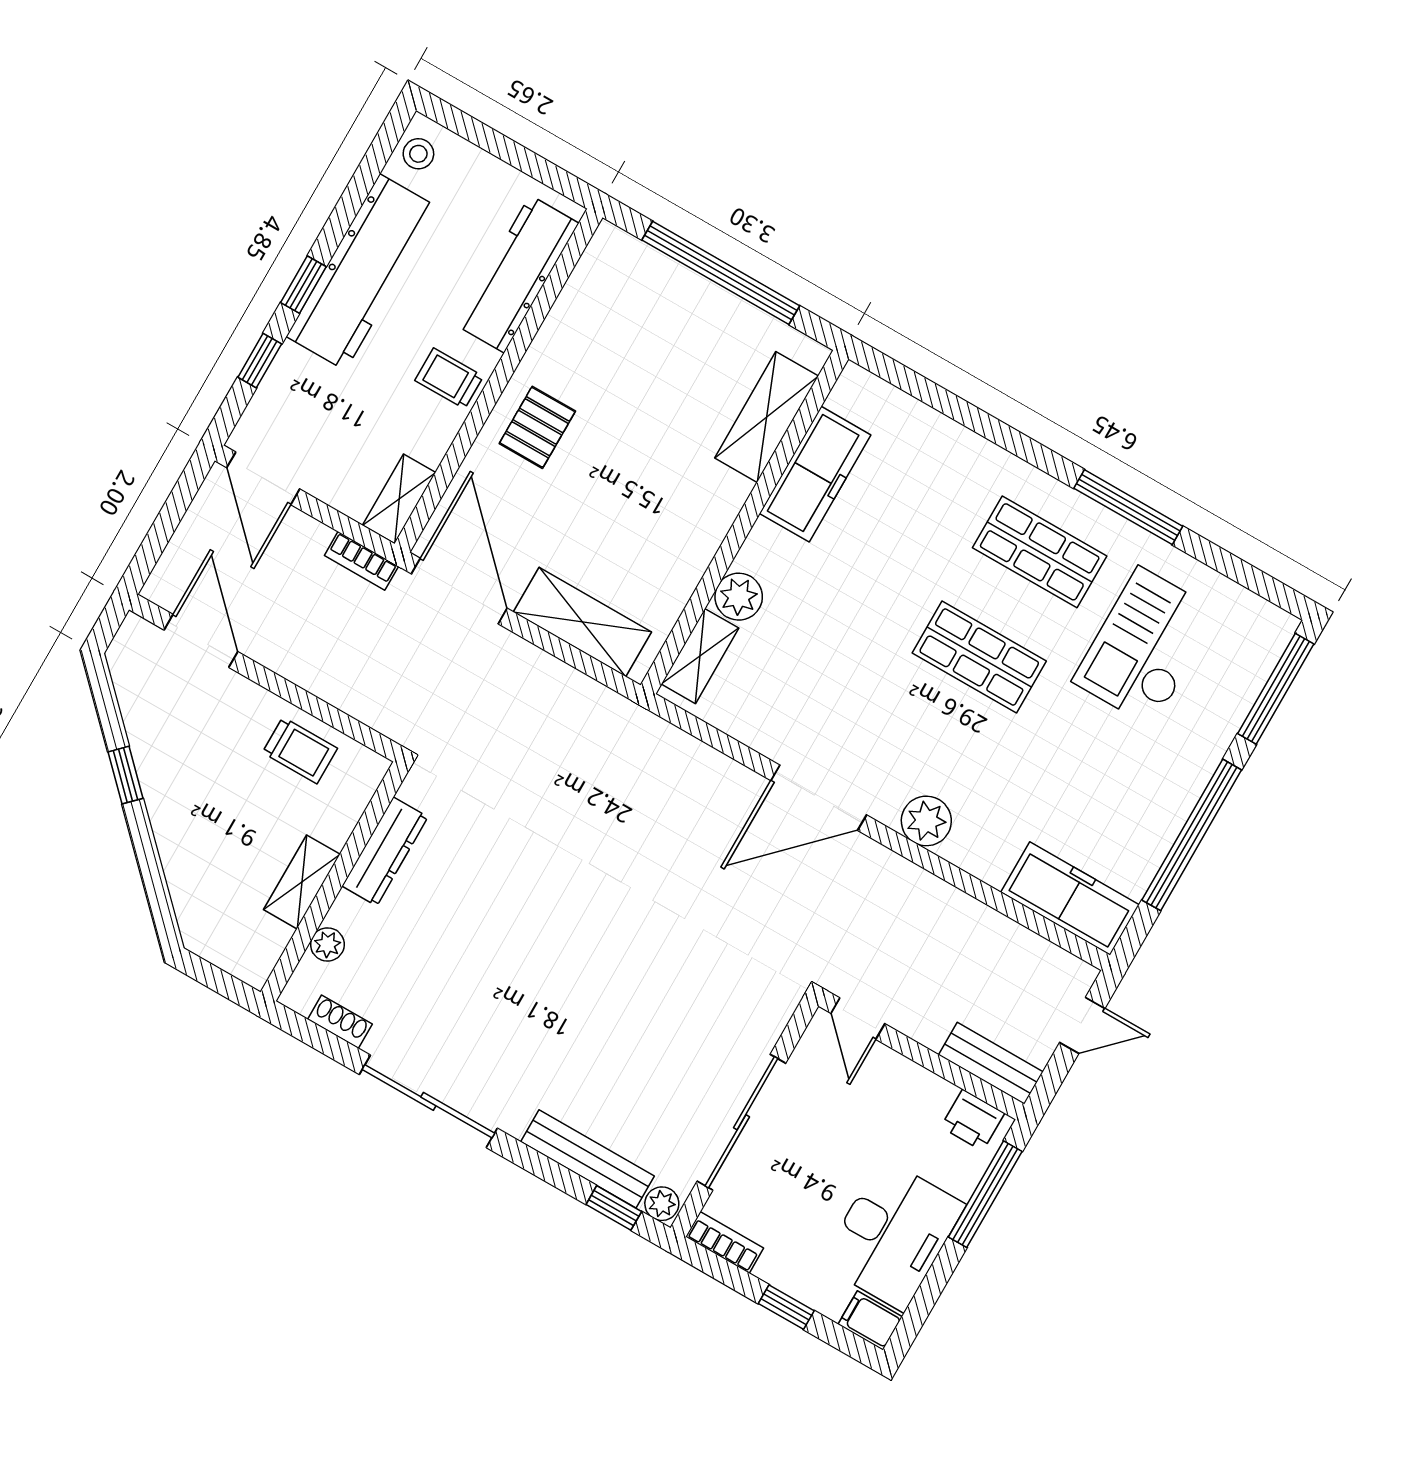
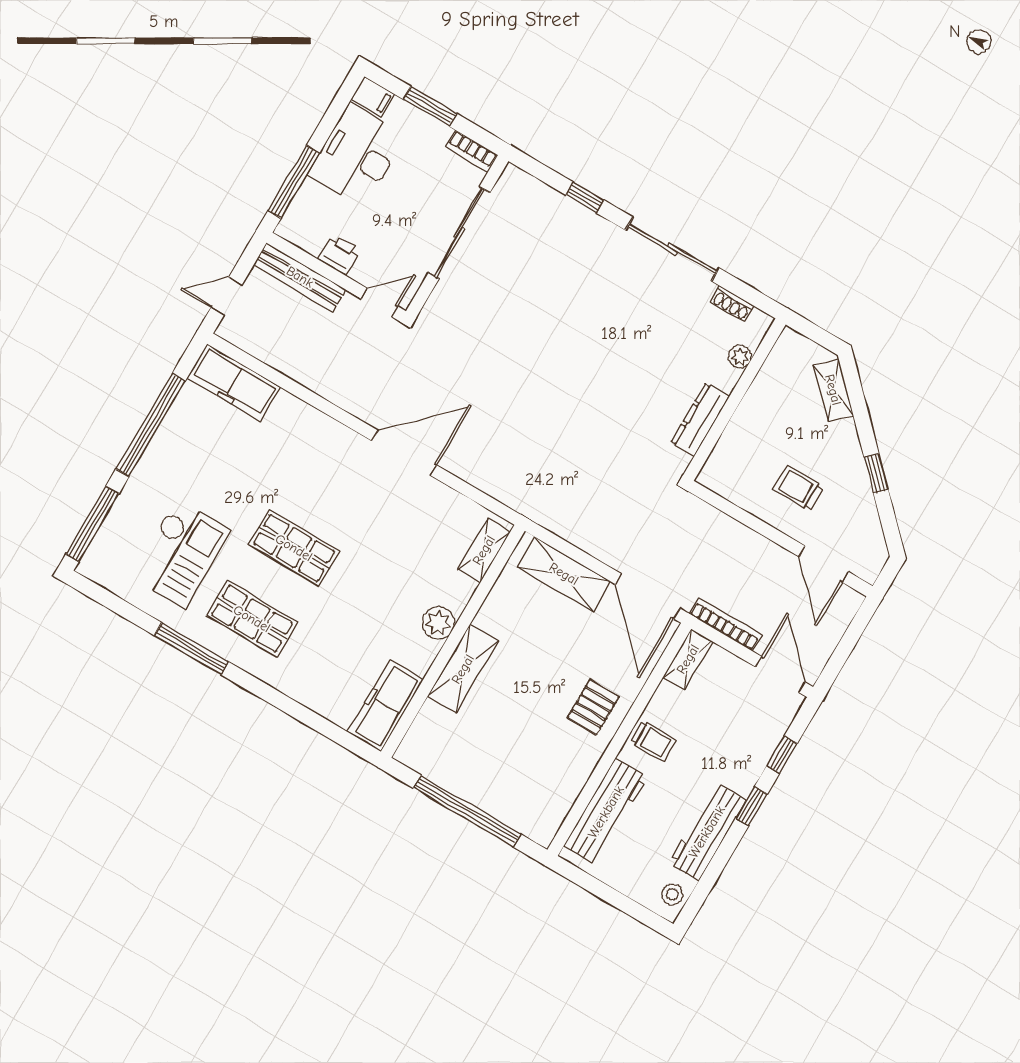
workbench: (362, 272) -> (707, 832), width x0.73, depth x0.76
shelving: (767, 417) -> (463, 669), moved
freezer: (815, 474) -> (386, 706), moved
bookcase: (361, 561) -> (725, 624), width x1.56
plant: (739, 597) -> (438, 623), moved
trolley: (300, 750) -> (798, 488), moved
plant: (926, 821) -> (331, 436), removed
shelving: (302, 882) -> (833, 390), moved, turned -45
door: (858, 1019) -> (379, 302), hinge flipped
bench: (991, 1063) -> (300, 277), width x1.36
printer: (973, 1120) -> (339, 255), moved
bench: (587, 1159) -> (564, 209), removed
plant: (662, 1204) -> (514, 178), removed
window: (614, 1208) -> (585, 198), moved
window: (786, 1307) -> (430, 106), width x1.50

